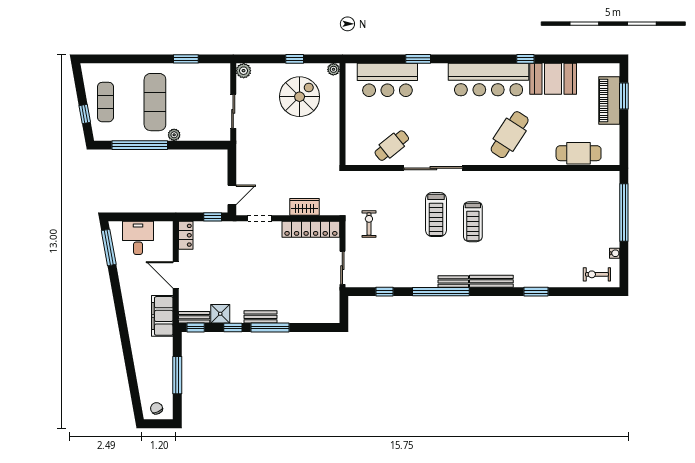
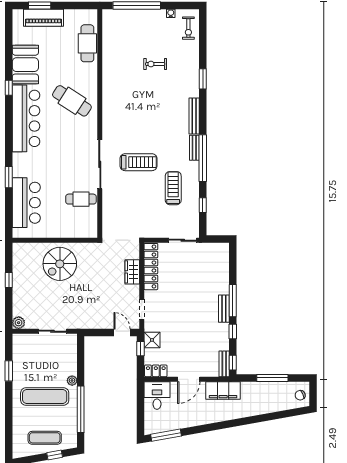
plant: (333, 69) -> (17, 248), removed
spiral stairs: (300, 97) -> (60, 264), moved, turned -90
cafe table: (392, 146) -> (81, 199), turned -51
treadmill: (473, 222) -> (173, 188), moved, turned -90
exercise bike: (369, 224) -> (155, 64), moved
desk: (138, 238) -> (157, 395), moved, turned 90
shower: (220, 314) -> (152, 340), moved

